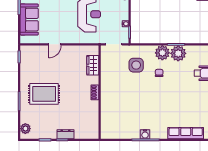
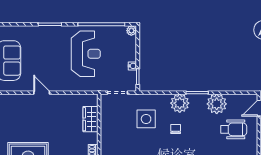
door: (55, 44) -> (42, 93), swing flipped
plant: (178, 53) -> (217, 104), moved

